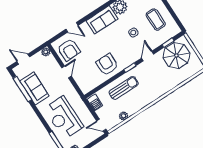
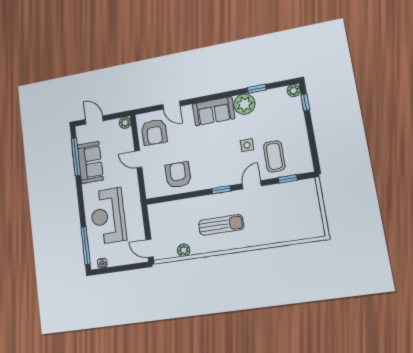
coffee table: (156, 20) -> (274, 156), moved
parasol: (176, 55) -> (292, 201), removed
armchair: (107, 64) -> (178, 175), moved
door: (66, 72) -> (138, 159), swing flipped
sun lounger: (124, 88) -> (221, 225), moved
barbecue: (95, 102) -> (155, 215), removed

